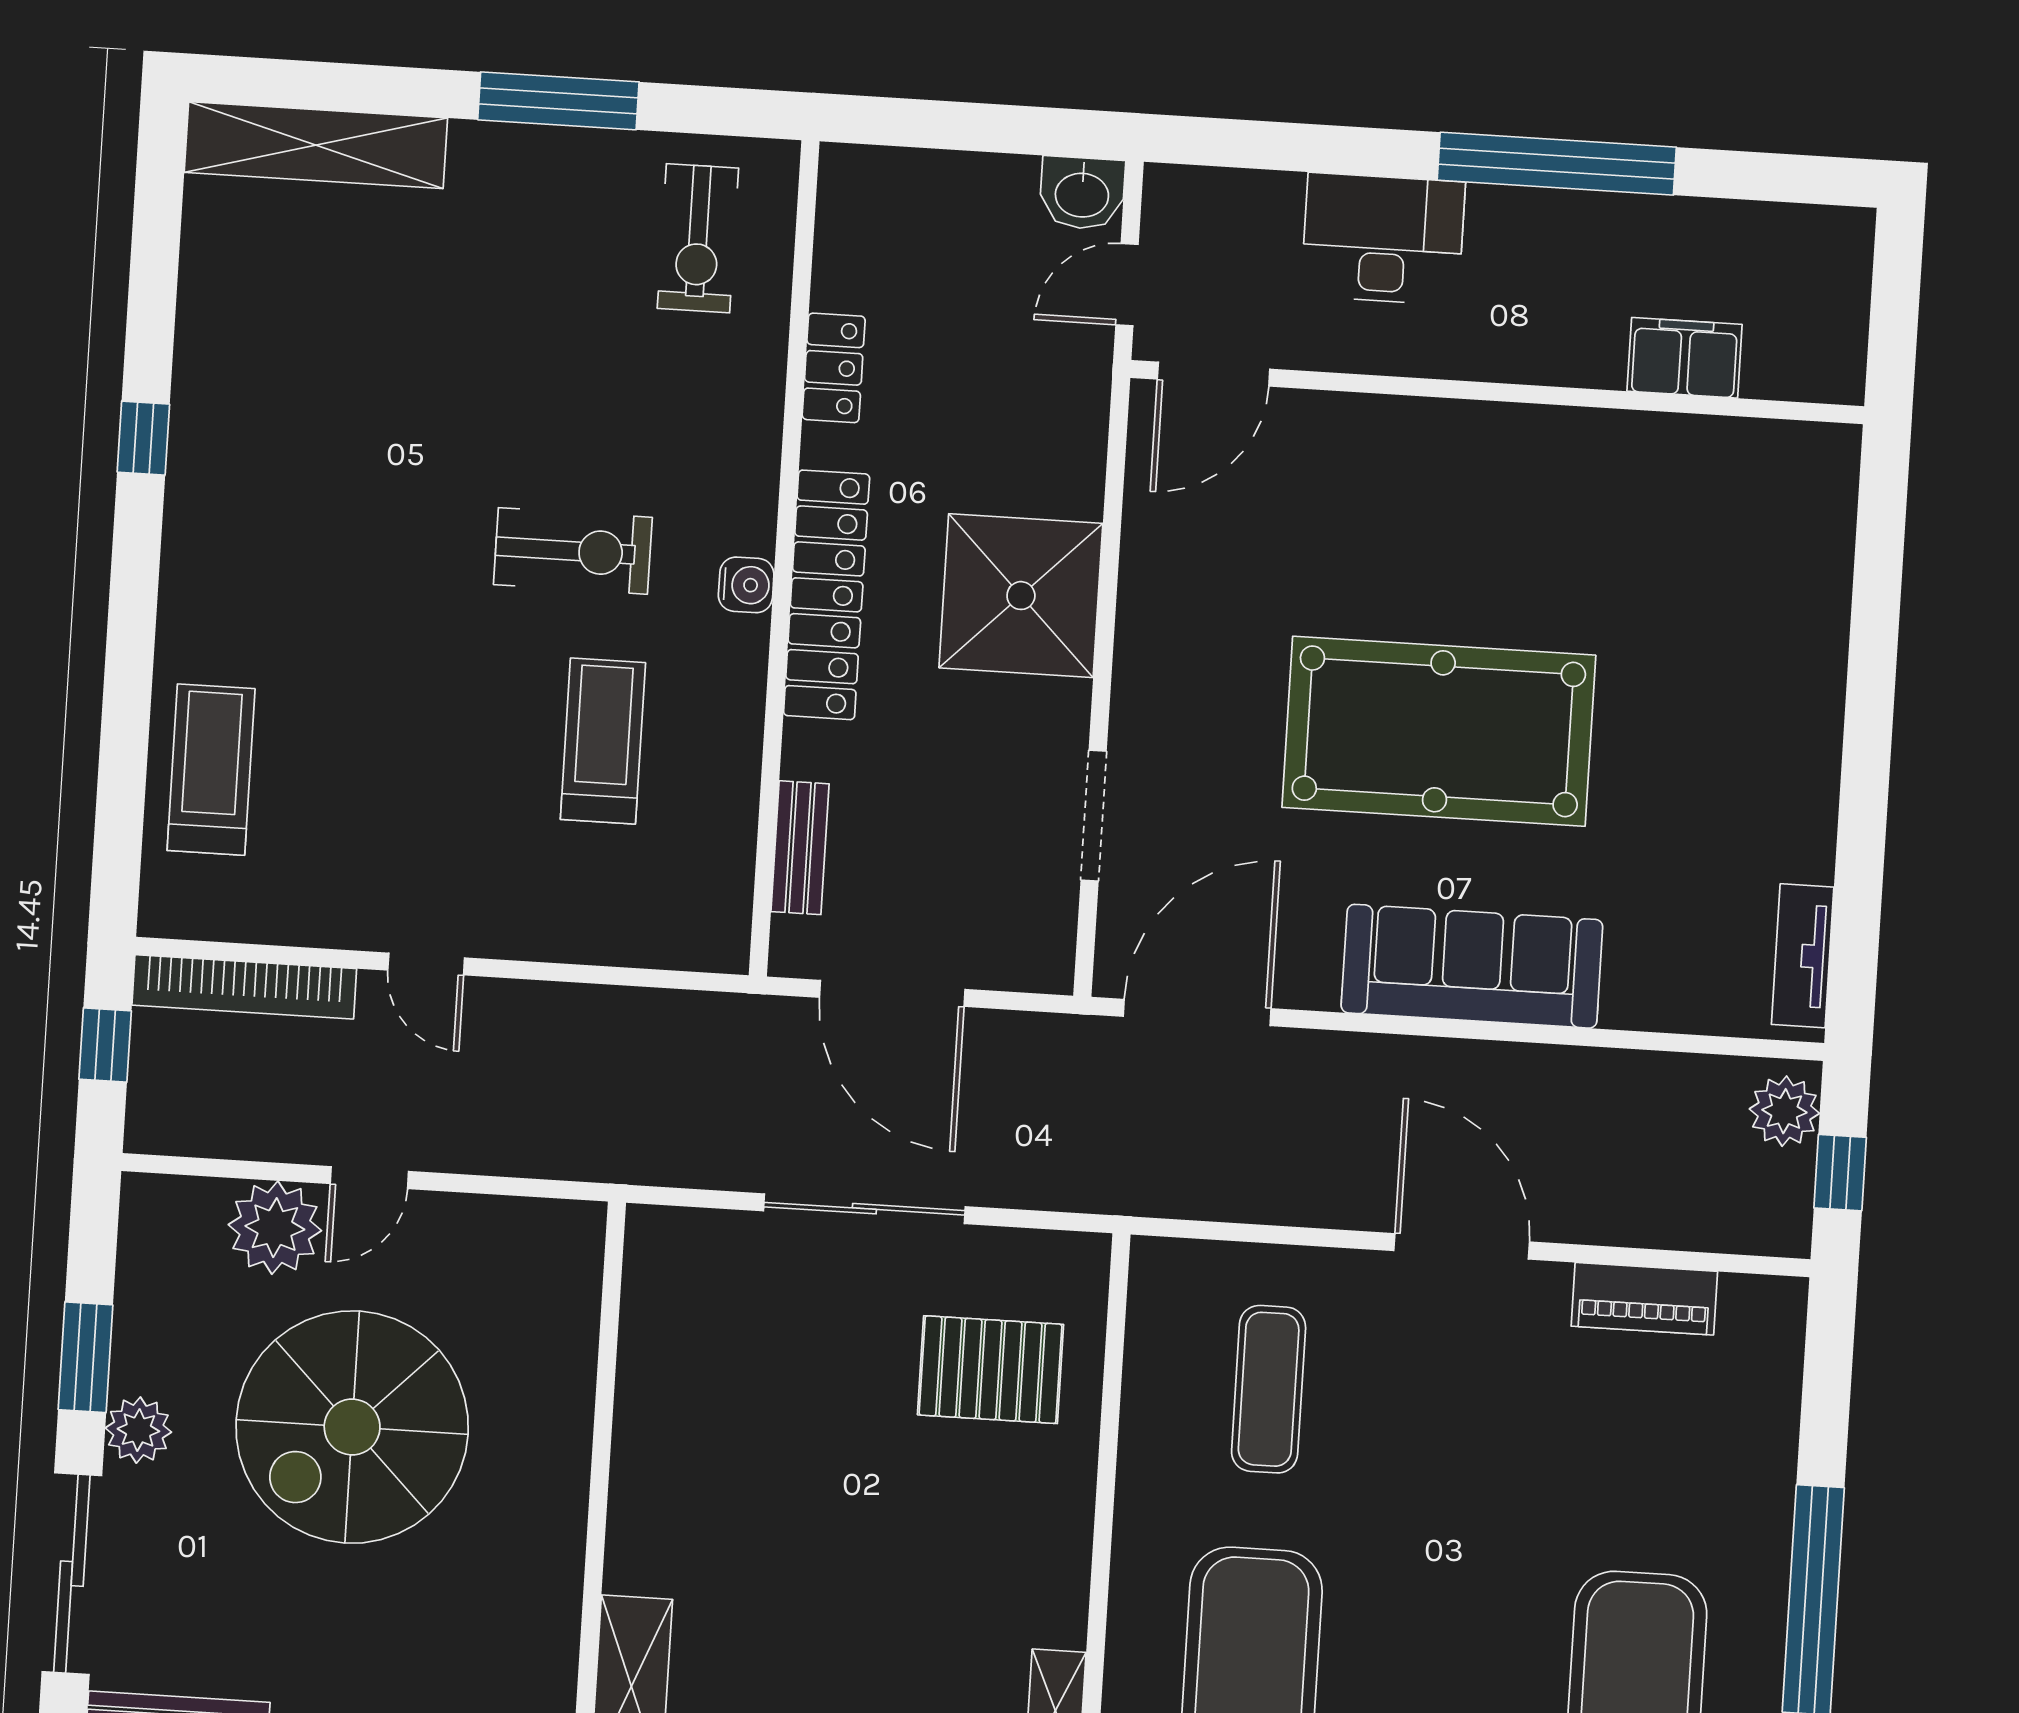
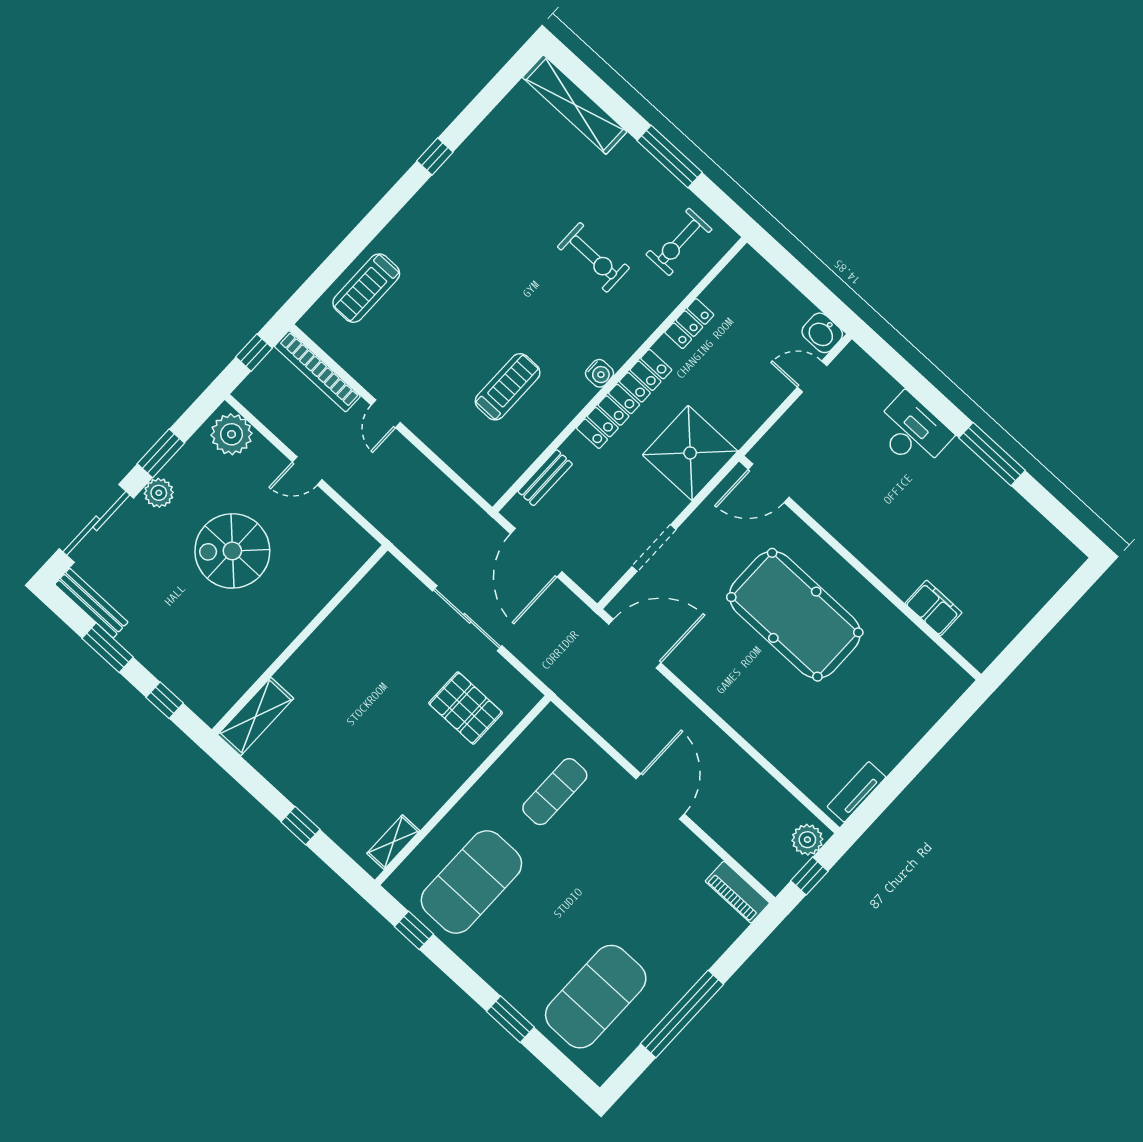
window: (1557, 164) -> (992, 454), width x0.68
filing cabinet: (1685, 358) -> (933, 608), moved
door: (1214, 374) -> (769, 483), moved
wall: (1497, 392) -> (860, 568), moved
exercise bike: (573, 551) -> (593, 257), moved
treadmill: (211, 770) -> (366, 288), turned 180
sofa: (1472, 966) -> (741, 704), removed
plant: (275, 1228) -> (231, 434), moved
piano: (1644, 1299) -> (737, 892), moved
spiral stairs: (352, 1427) -> (232, 551), width x0.73, depth x0.73

